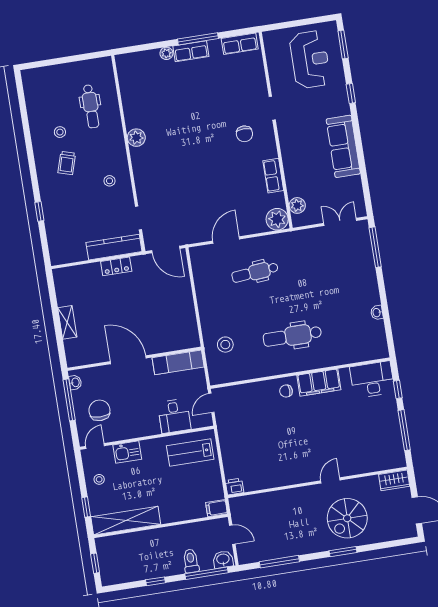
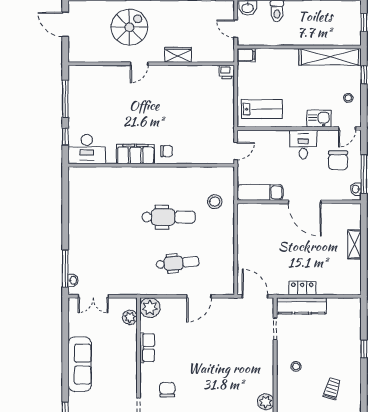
washbasin: (377, 313) -> (73, 280), moved
dental chair: (292, 336) -> (169, 217), moved
desk: (174, 416) -> (303, 145), moved
wardrobe: (394, 480) -> (178, 55), moved

